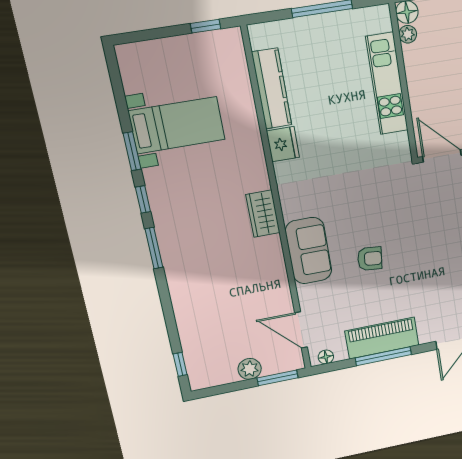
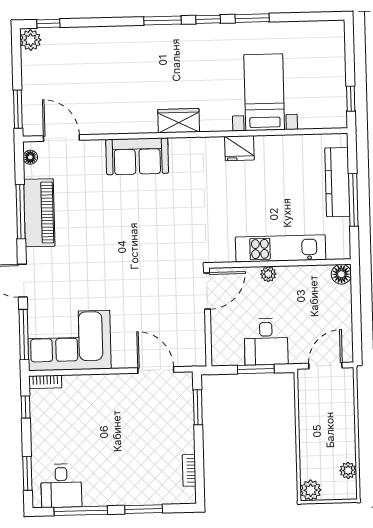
plant: (408, 34) -> (268, 274), moved
kitchen counter: (272, 89) -> (337, 182), moved, turned 90
bed with nightstands: (177, 125) -> (264, 92), moved, turned 180
armchair: (370, 259) -> (120, 212), removed
door: (301, 330) -> (61, 138), hinge flipped
plant: (250, 369) -> (31, 40), moved

